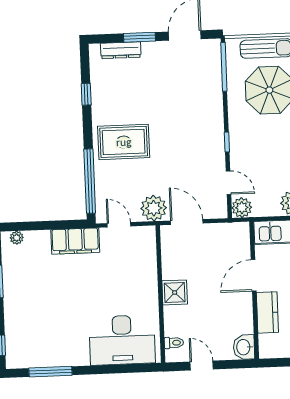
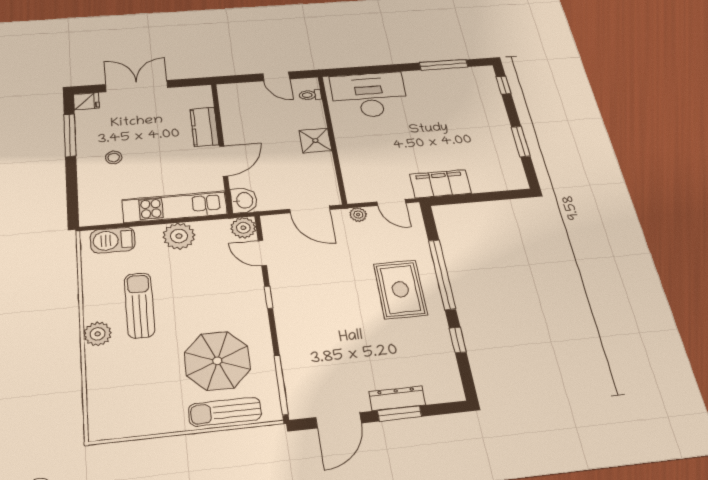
dresser: (121, 50) -> (397, 398), moved
rug: (124, 142) -> (400, 289), turned 90
window: (90, 181) -> (442, 274), moved
plant: (154, 208) -> (358, 215), width x0.53, depth x0.53
plant: (17, 238) -> (510, 184), removed
washbasin: (244, 347) -> (244, 200), moved

